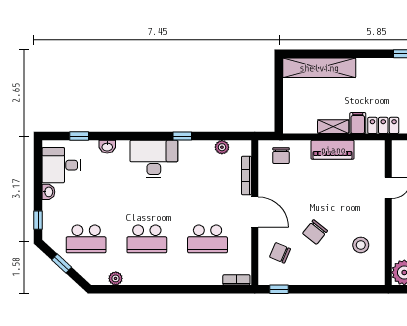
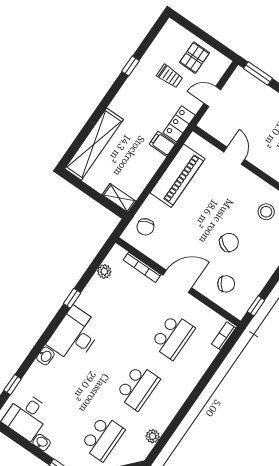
shelving: (333, 127) -> (119, 198), moved, turned 90
washbasin: (107, 147) -> (45, 356), moved
piano: (333, 150) -> (177, 176), width x1.37, depth x1.33
chair: (281, 156) -> (145, 227), turned 68
chair: (315, 232) -> (229, 243), turned -99
chair: (280, 253) -> (226, 284), turned -149

